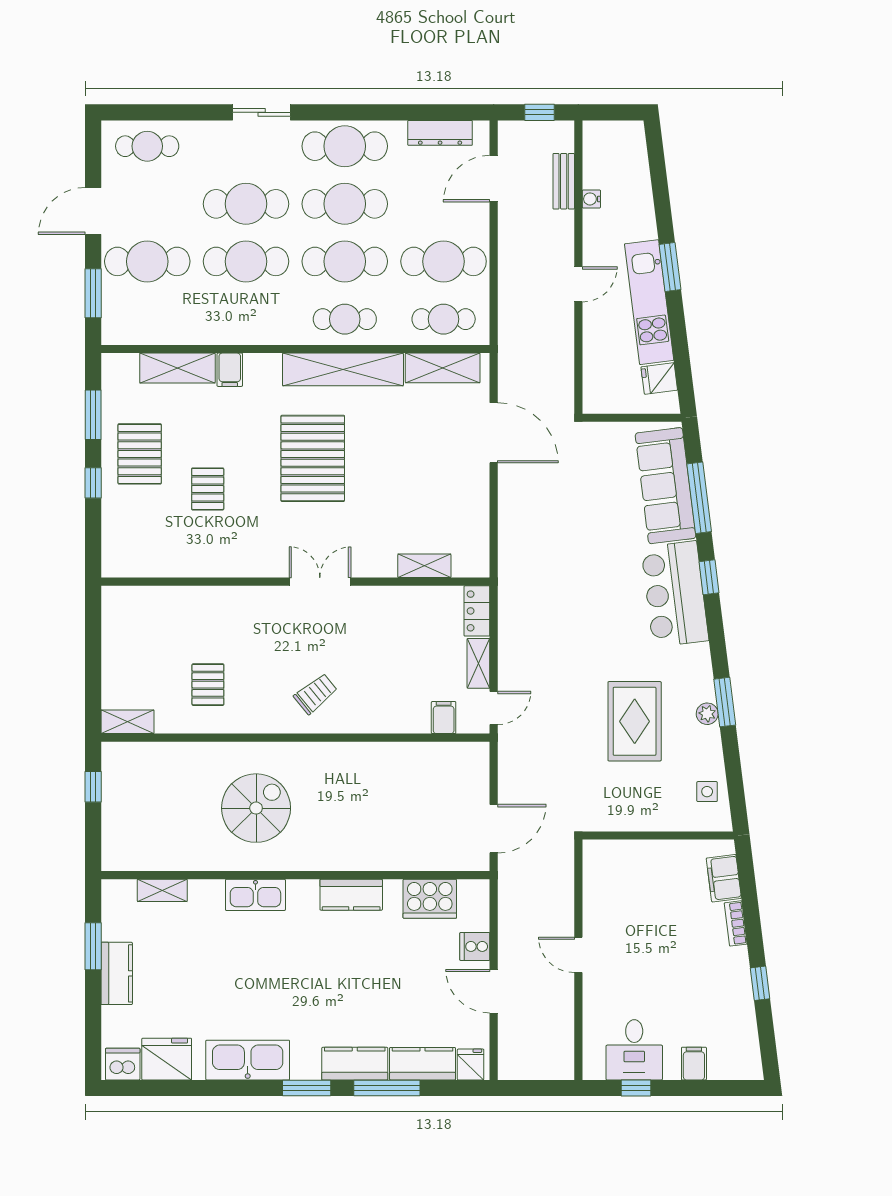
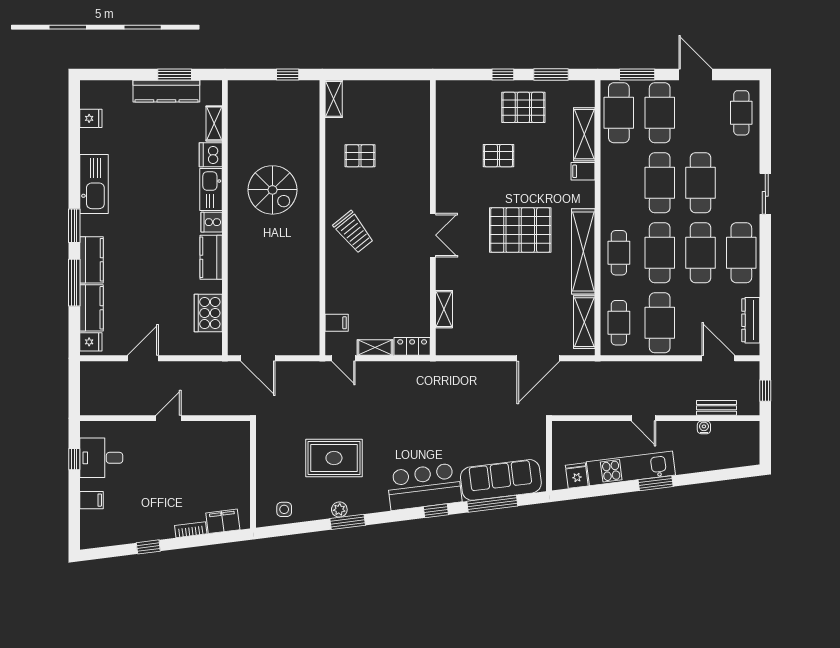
cafe table: (147, 319) -> (619, 113), added
trolley: (316, 694) -> (353, 232), width x1.36, depth x1.39
cooker: (475, 946) -> (212, 222), moved, turned -90
kitchen counter: (117, 973) -> (166, 91), width x1.50
fridge: (167, 1059) -> (91, 118), width x0.53, depth x0.75
dishwasher: (123, 1064) -> (211, 155), moved, turned 180

